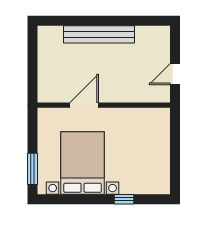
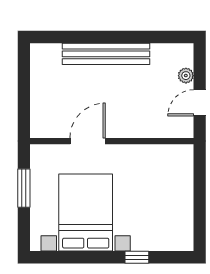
plant: (164, 52) -> (186, 76), added
window: (32, 169) -> (24, 188), moved

